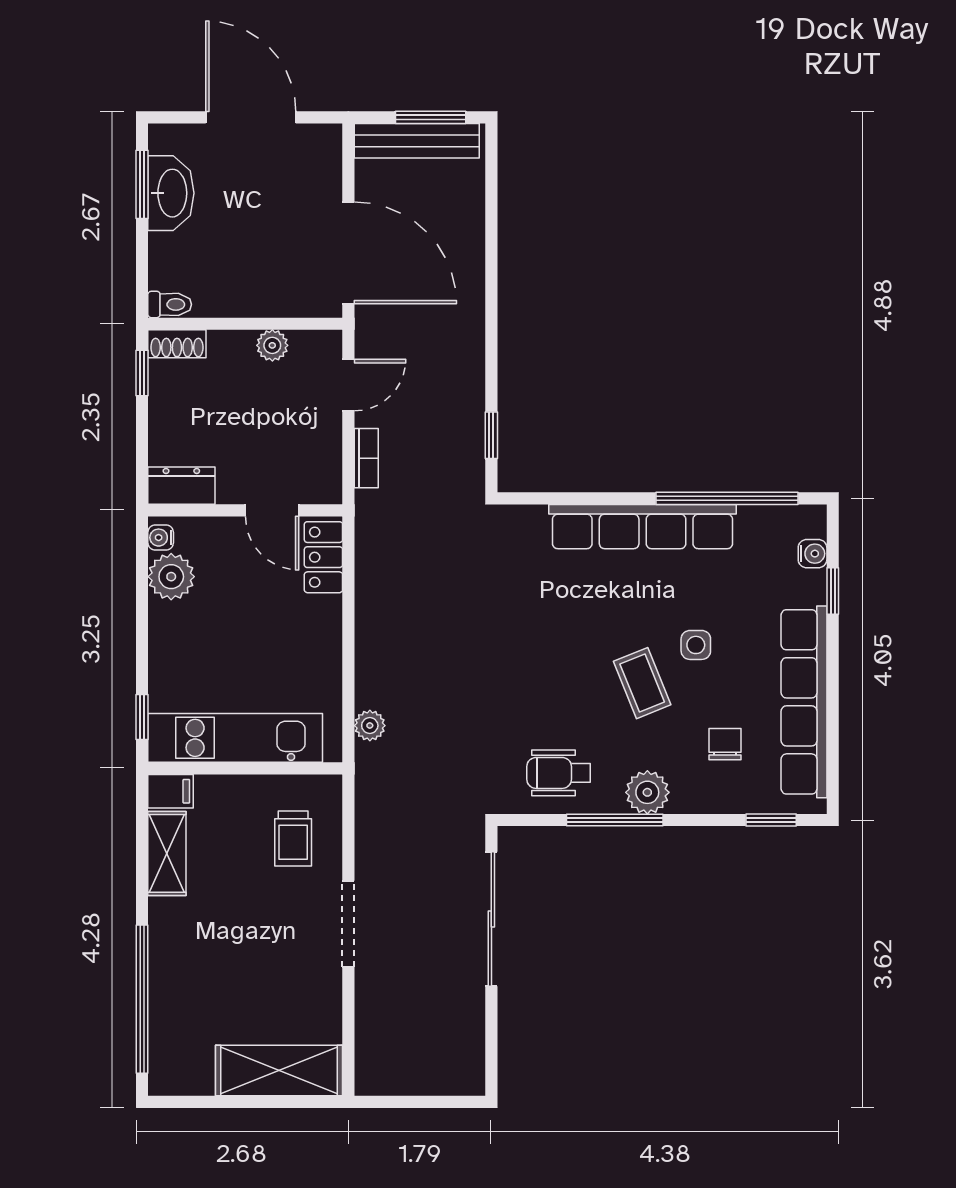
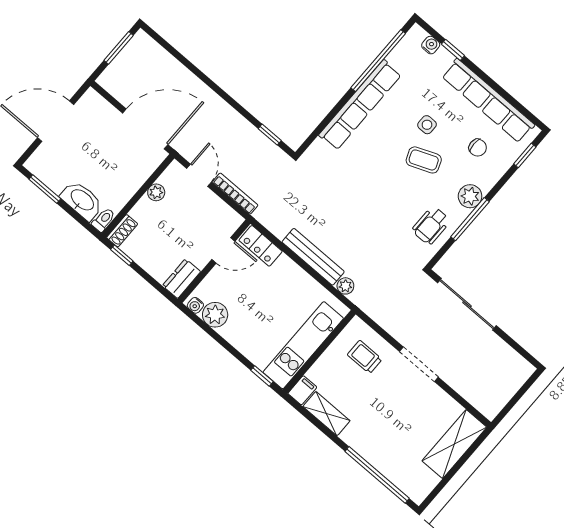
bench: (417, 141) -> (313, 257), moved, turned 90
washbasin: (171, 193) -> (82, 200), moved
bookcase: (366, 458) -> (235, 194), width x1.56
chair: (725, 744) -> (478, 148), turned 180
trolley: (293, 838) -> (365, 357), turned 180

